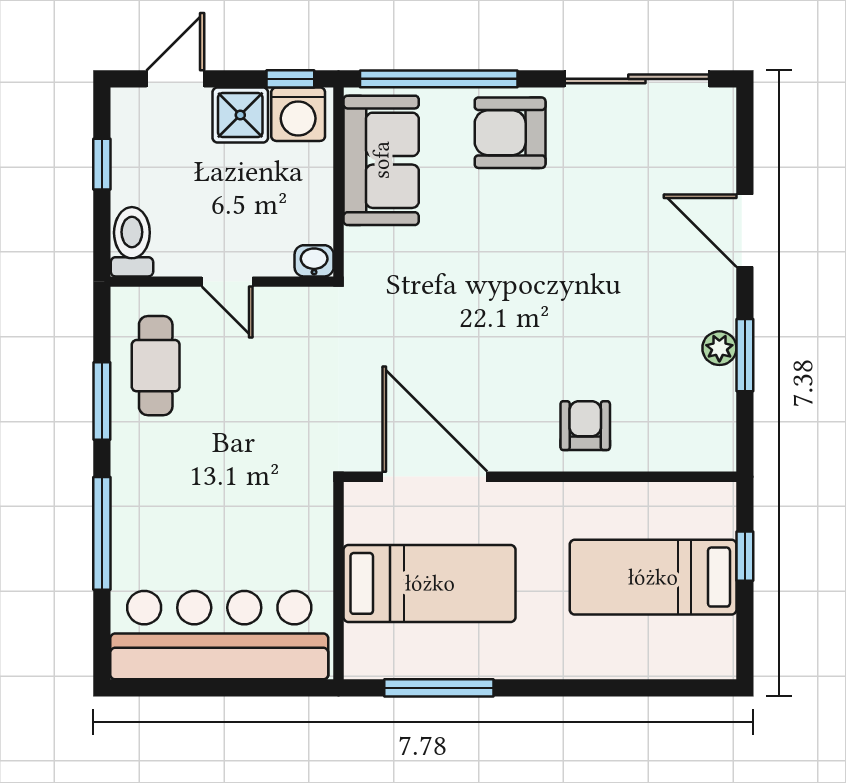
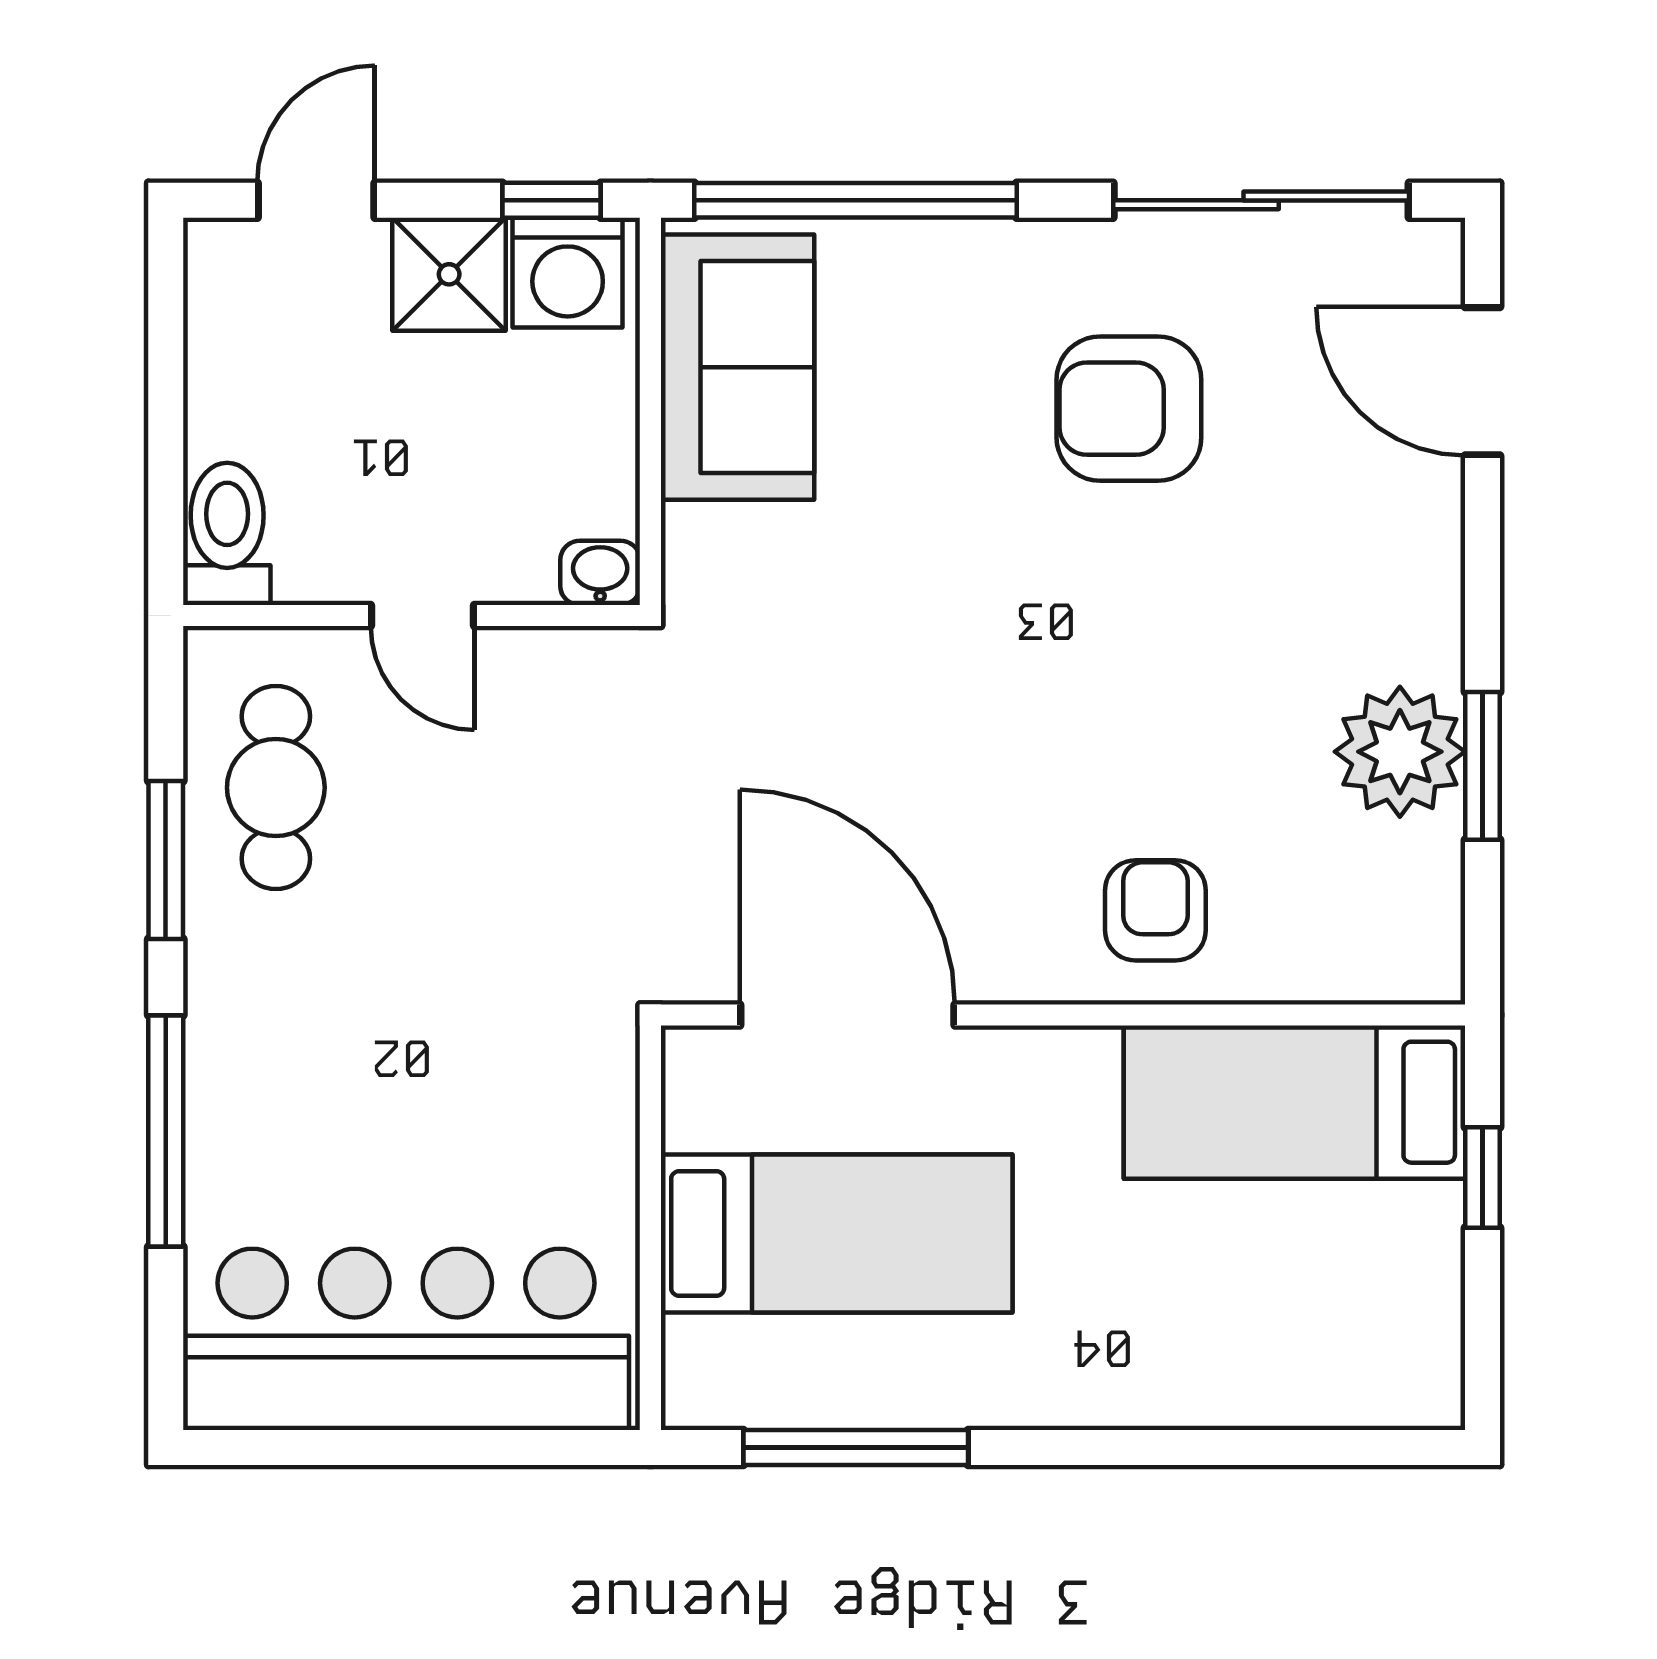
armchair: (510, 133) -> (1129, 409), moved
window: (102, 164) -> (166, 375), removed
door: (745, 231) -> (1482, 381), moved
plant: (719, 348) -> (1400, 752), width x1.88, depth x1.88
bed: (653, 577) -> (1294, 1102), moved

